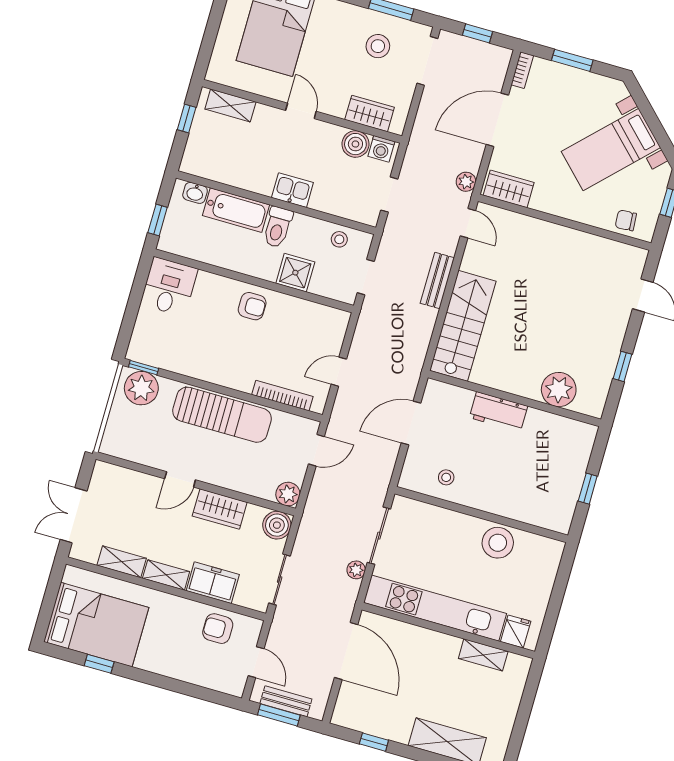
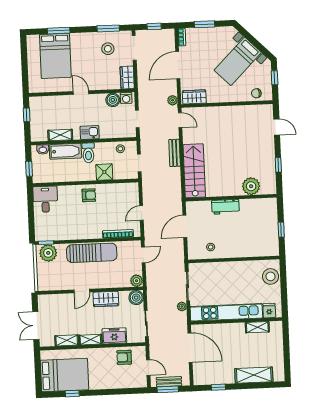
shelving: (230, 105) -> (60, 135), moved
wardrobe: (370, 113) -> (127, 77), moved, turned -90
stool: (498, 543) -> (271, 276), moved

